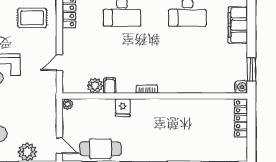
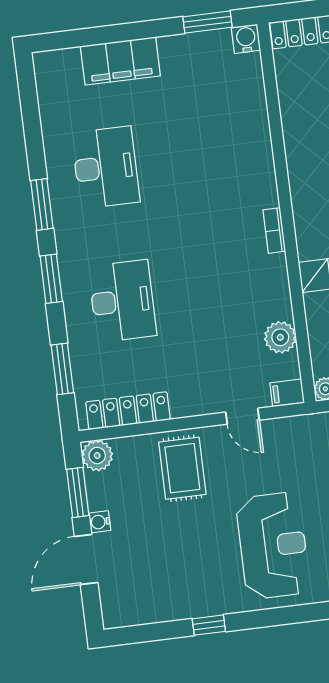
rug: (32, 18) -> (182, 468), moved
filing cabinet: (110, 86) -> (287, 393), moved

